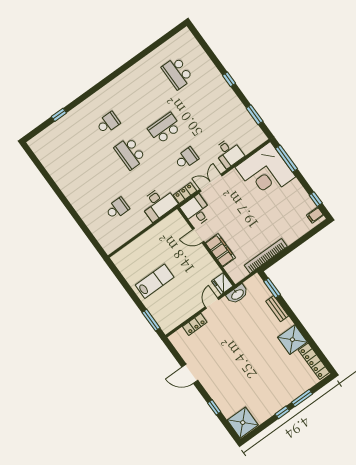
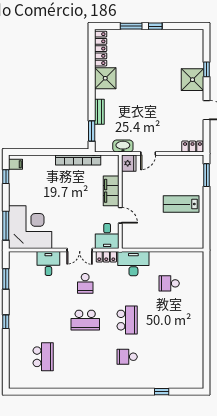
school desk: (186, 158) -> (85, 283), turned -90
locker: (195, 324) -> (192, 147), moved
shower: (243, 423) -> (192, 80), moved

